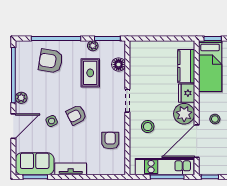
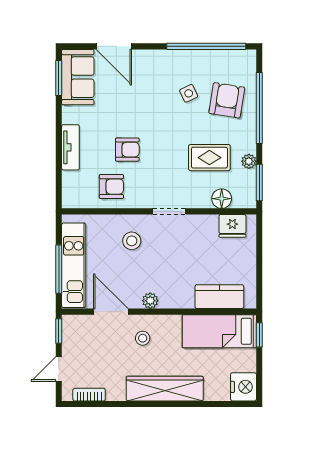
fridge: (187, 93) -> (232, 226), moved, turned 180
plant: (21, 98) -> (173, 58), removed
plant: (184, 114) -> (150, 301), width x0.53, depth x0.53
armchair: (76, 115) -> (127, 150), moved, turned 117
side table: (52, 121) -> (189, 93), moved
door: (13, 126) -> (114, 46), moved
door: (197, 141) -> (111, 312), width x0.73
tv unit: (71, 169) -> (70, 147), moved

